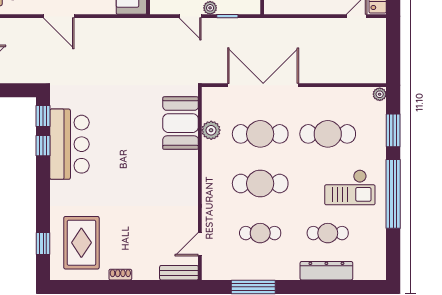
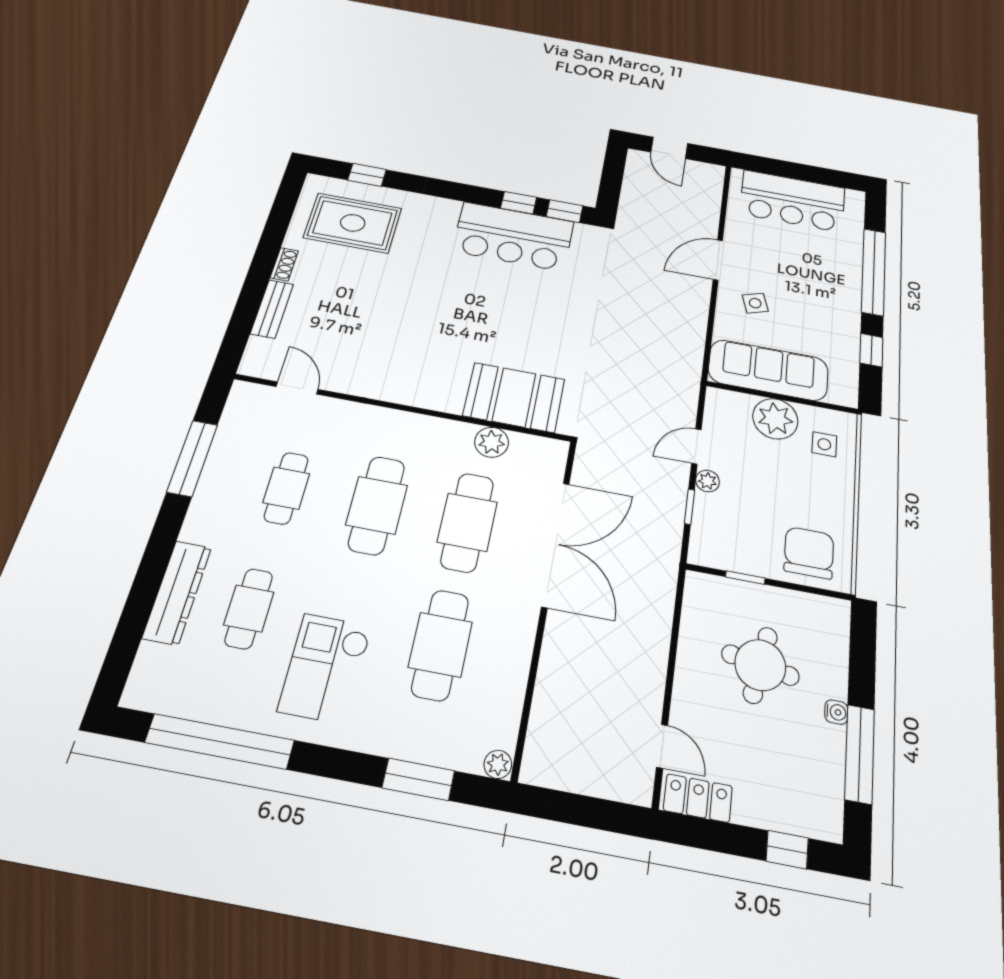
window: (393, 194) -> (220, 741), moved
bench: (179, 273) -> (272, 309), moved

